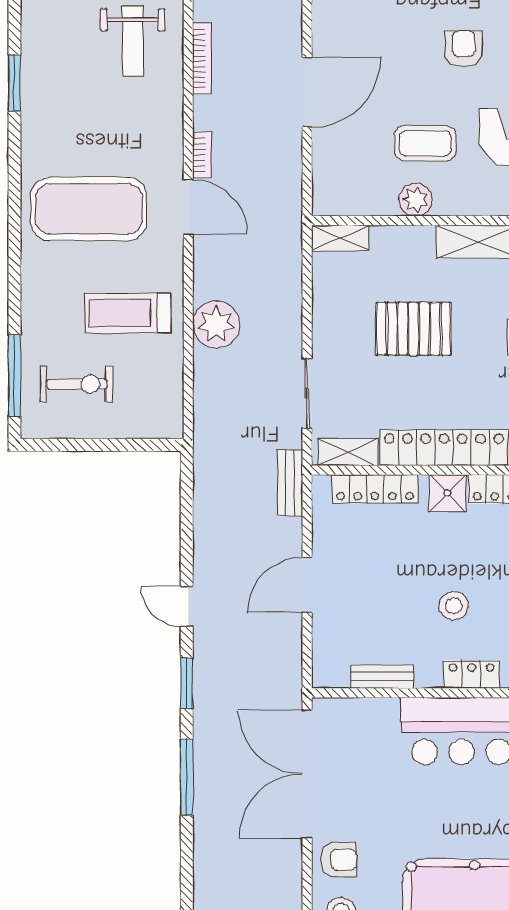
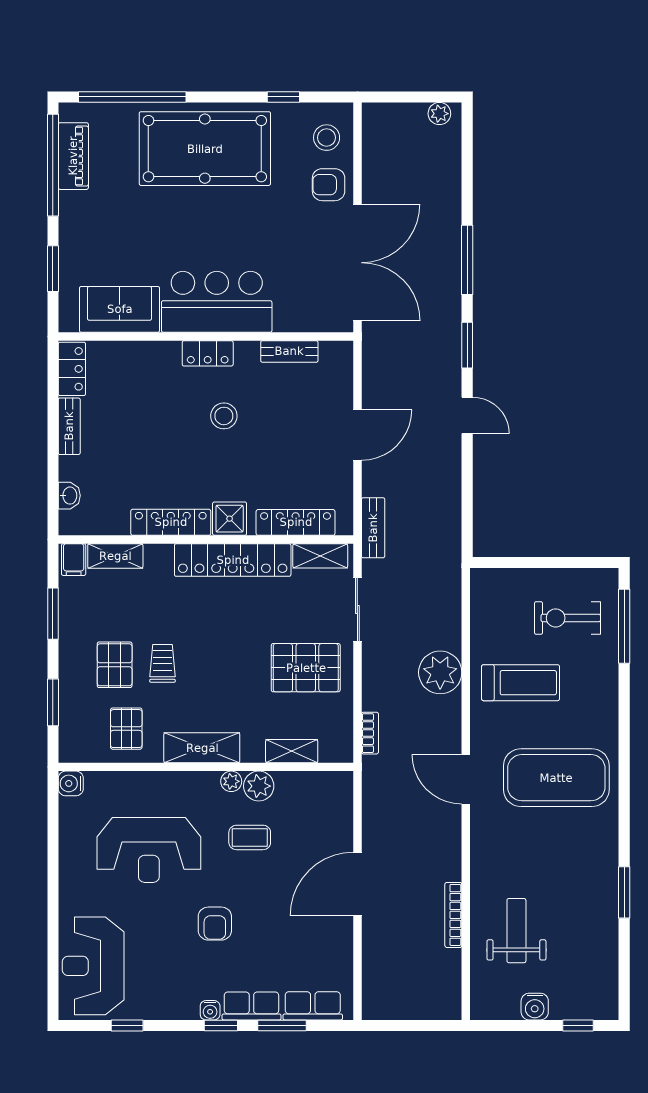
coffee table: (425, 143) -> (250, 837), width x0.73, depth x0.77
bookcase: (202, 155) -> (370, 733), moved, turned 180
plant: (446, 205) -> (231, 781), added
shelving: (340, 238) -> (292, 751), moved
pallet: (414, 329) -> (306, 668), moved

